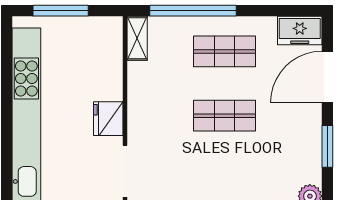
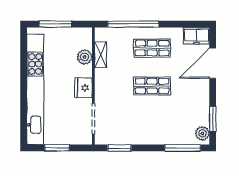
shelving: (137, 38) -> (101, 55), moved
plant: (110, 67) -> (85, 57), added
window: (327, 146) -> (213, 119), moved

